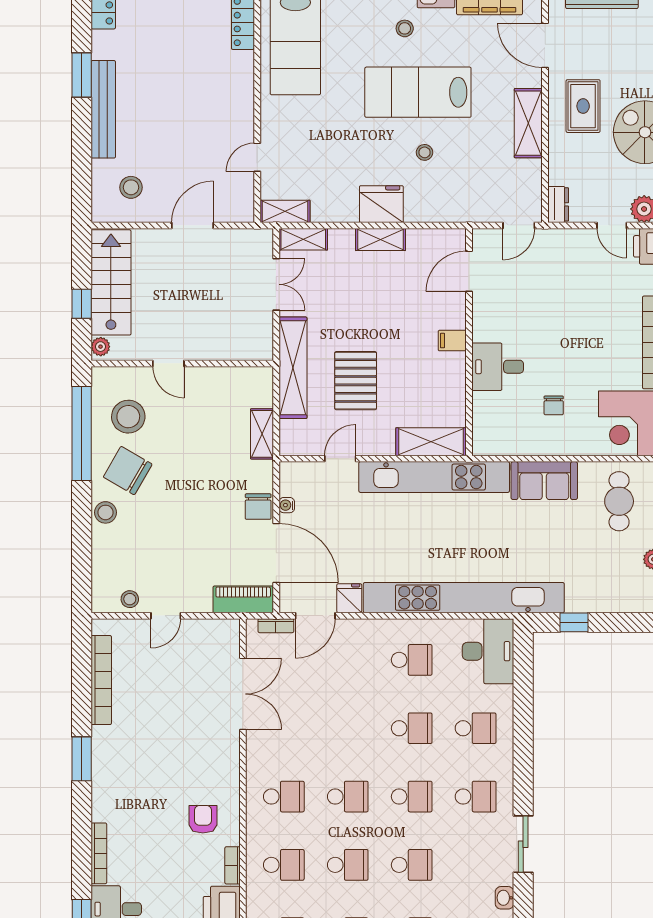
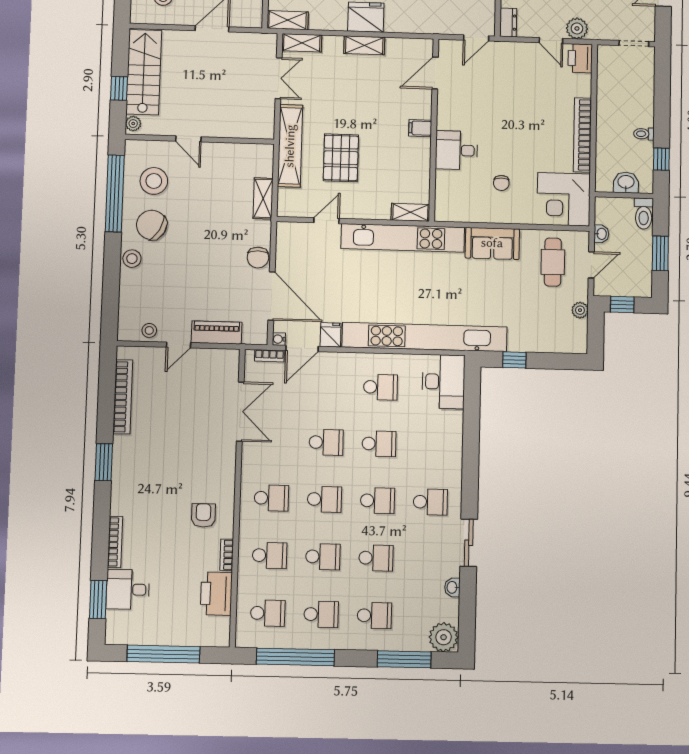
shelving: (431, 442) -> (410, 212), width x0.67, depth x0.75
water cooler: (287, 505) -> (279, 339), moved
piano: (243, 599) -> (217, 333), moved
school desk: (476, 728) -> (326, 442), moved

